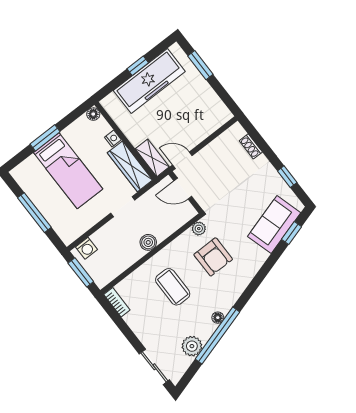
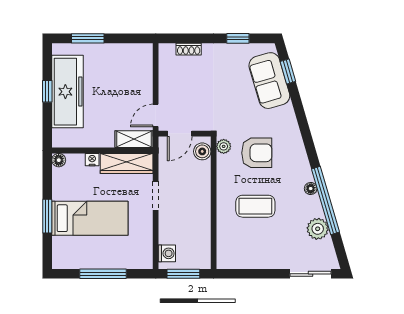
boiler: (148, 242) -> (202, 151), moved
bookcase: (117, 302) -> (232, 263), removed

